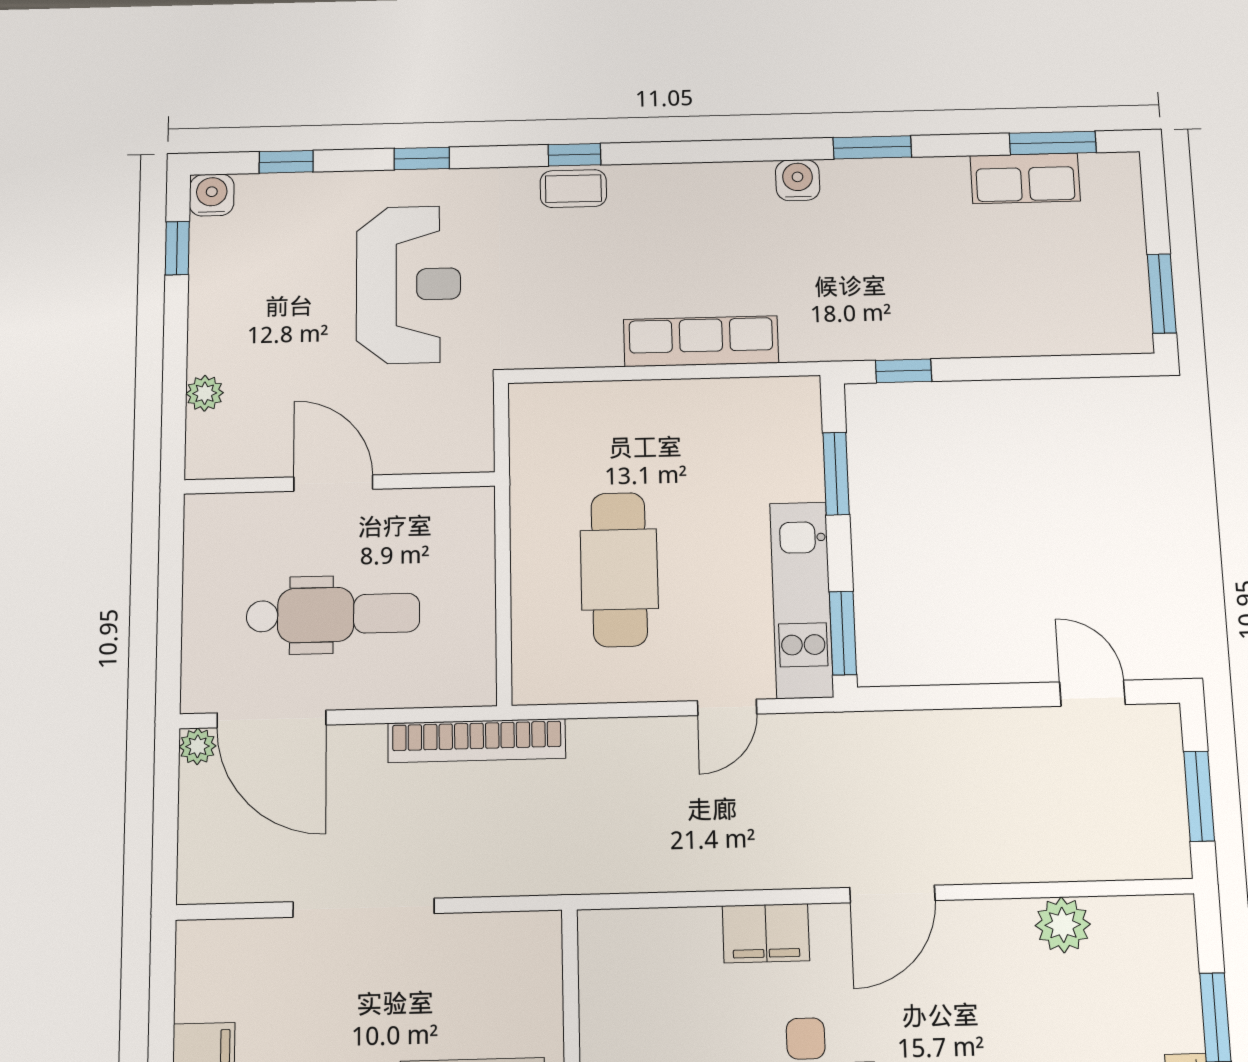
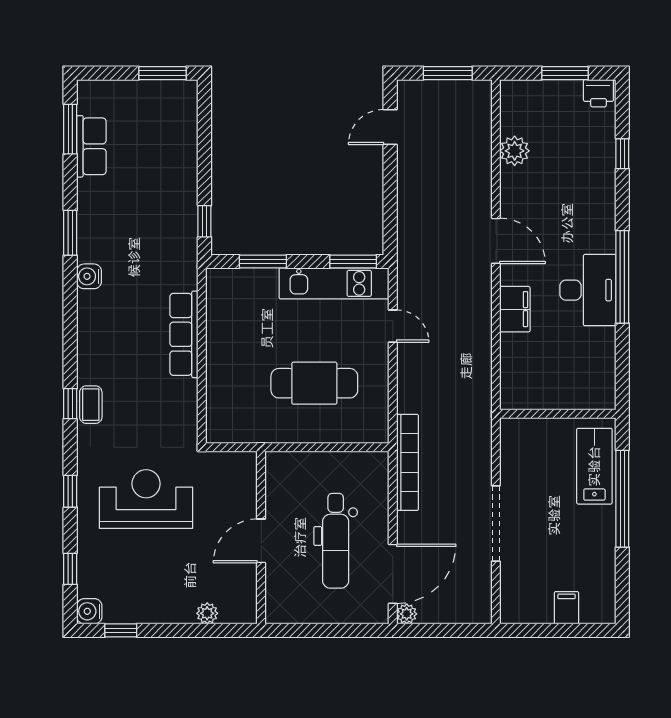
dental chair: (333, 615) -> (336, 541), turned 180

